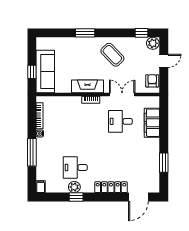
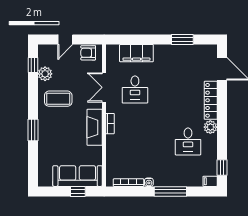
plant: (153, 43) -> (45, 74), moved
coffee table: (112, 55) -> (58, 99), turned 44
door: (164, 61) -> (65, 40), swing flipped
plant: (74, 187) -> (210, 127), moved
window: (76, 197) -> (222, 167), moved

